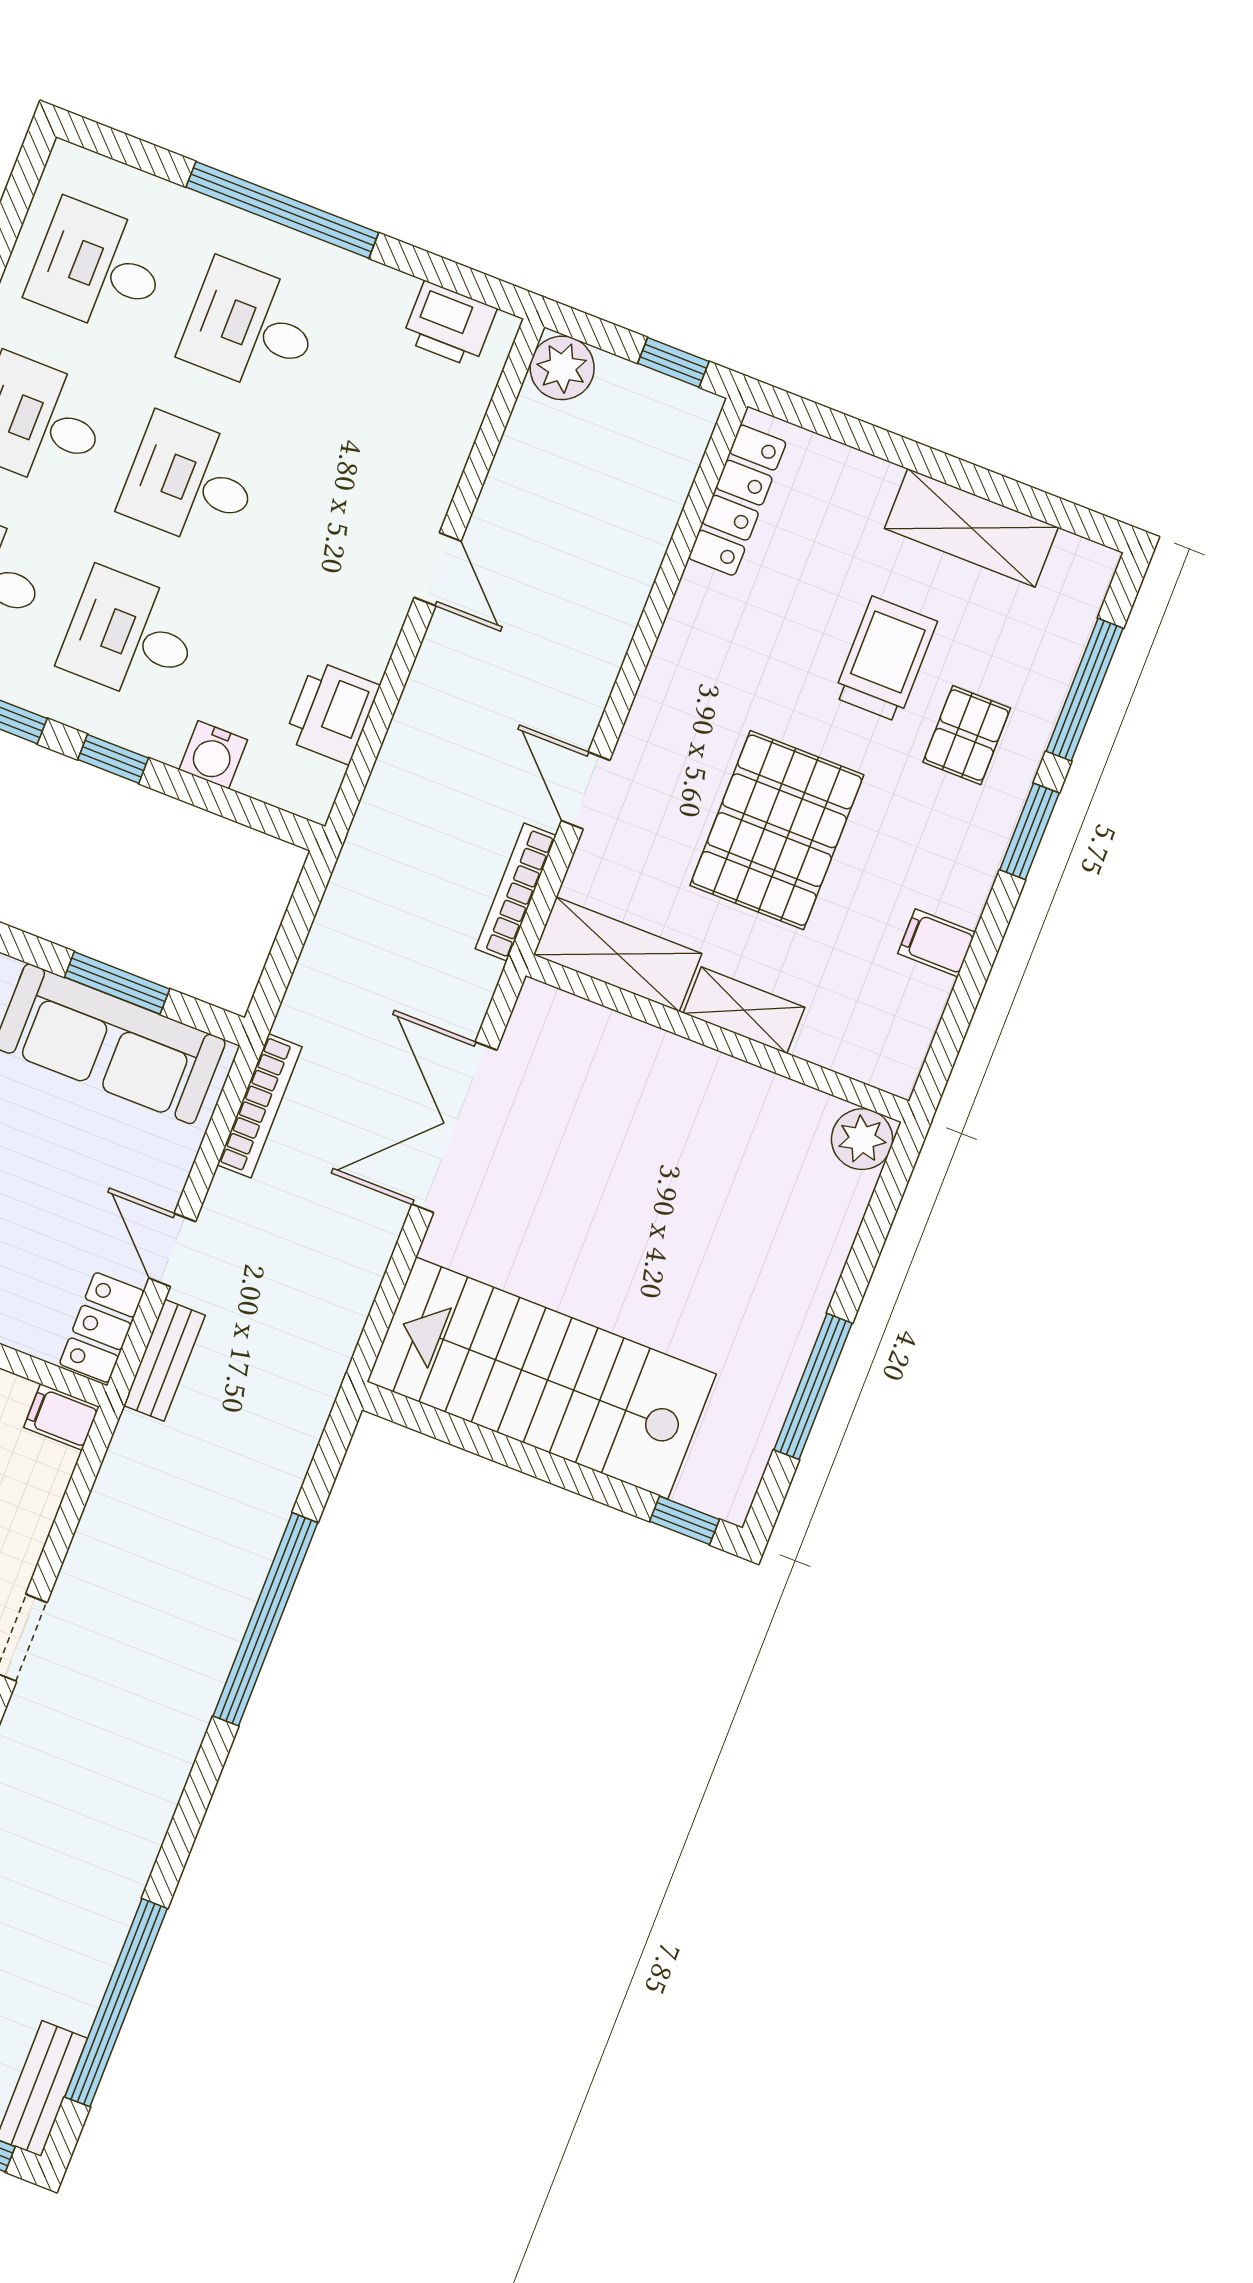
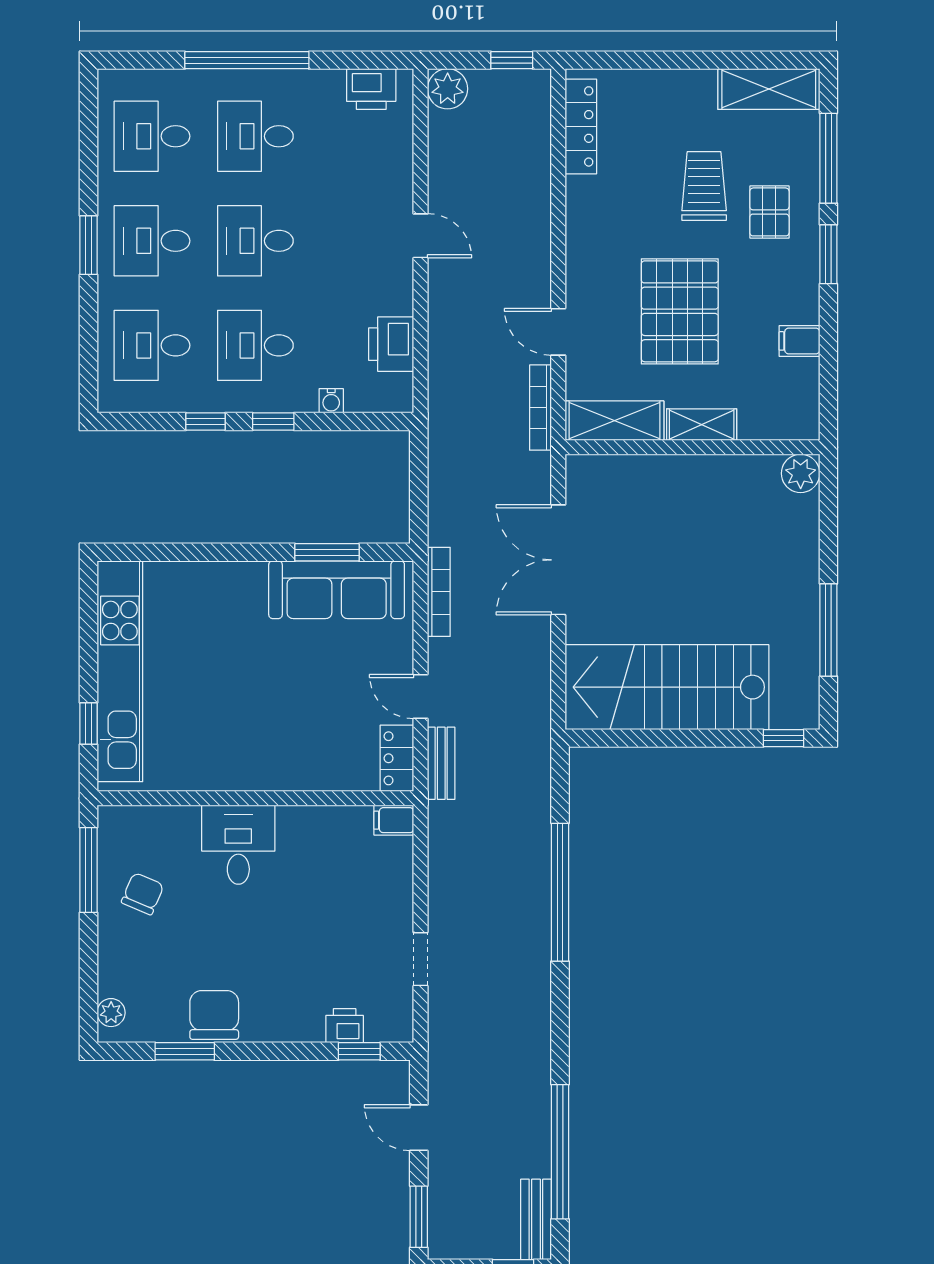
shelving: (971, 528) -> (769, 89), moved
water cooler: (213, 755) -> (331, 401), width x0.72, depth x0.72

